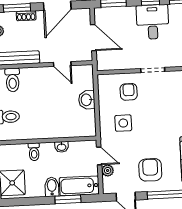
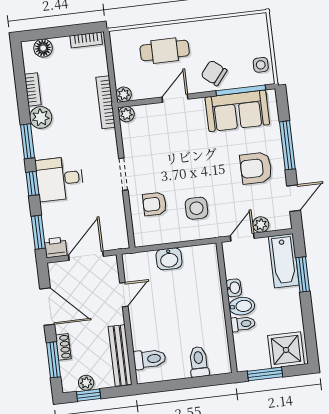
printer: (101, 15) -> (56, 247), added
bidet: (52, 187) -> (242, 306), moved, turned 180

